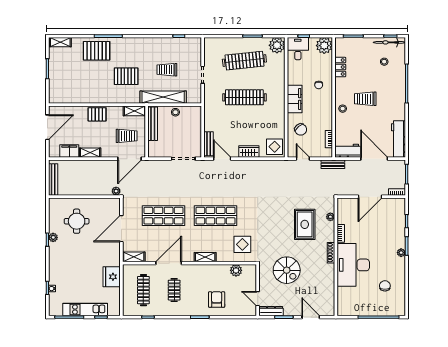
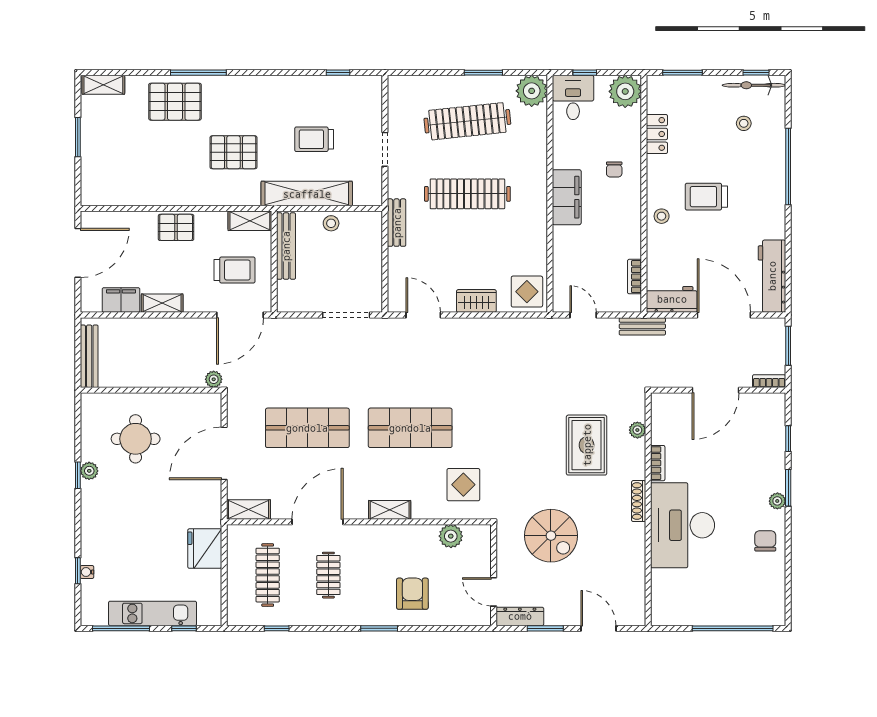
chair: (301, 129) -> (579, 257), removed
bench: (209, 144) -> (397, 223), moved
chair: (385, 286) -> (765, 541), moved

